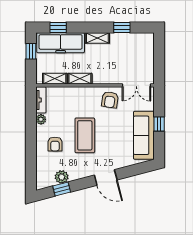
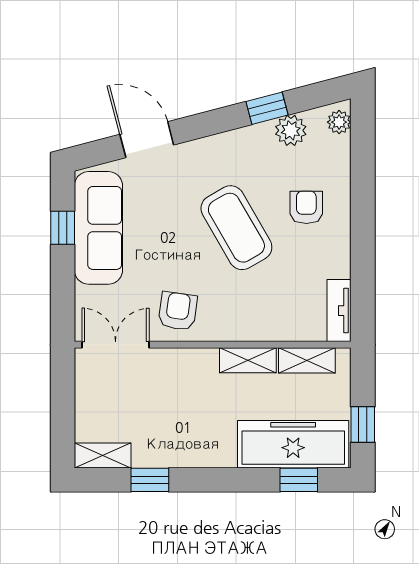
shelving: (97, 38) -> (103, 456), moved
plant: (41, 119) -> (339, 122), moved
window: (159, 124) -> (63, 228), moved
coffee table: (85, 135) -> (236, 228), turned -30
door: (106, 178) -> (147, 140), moved
window: (62, 189) -> (267, 108), moved

